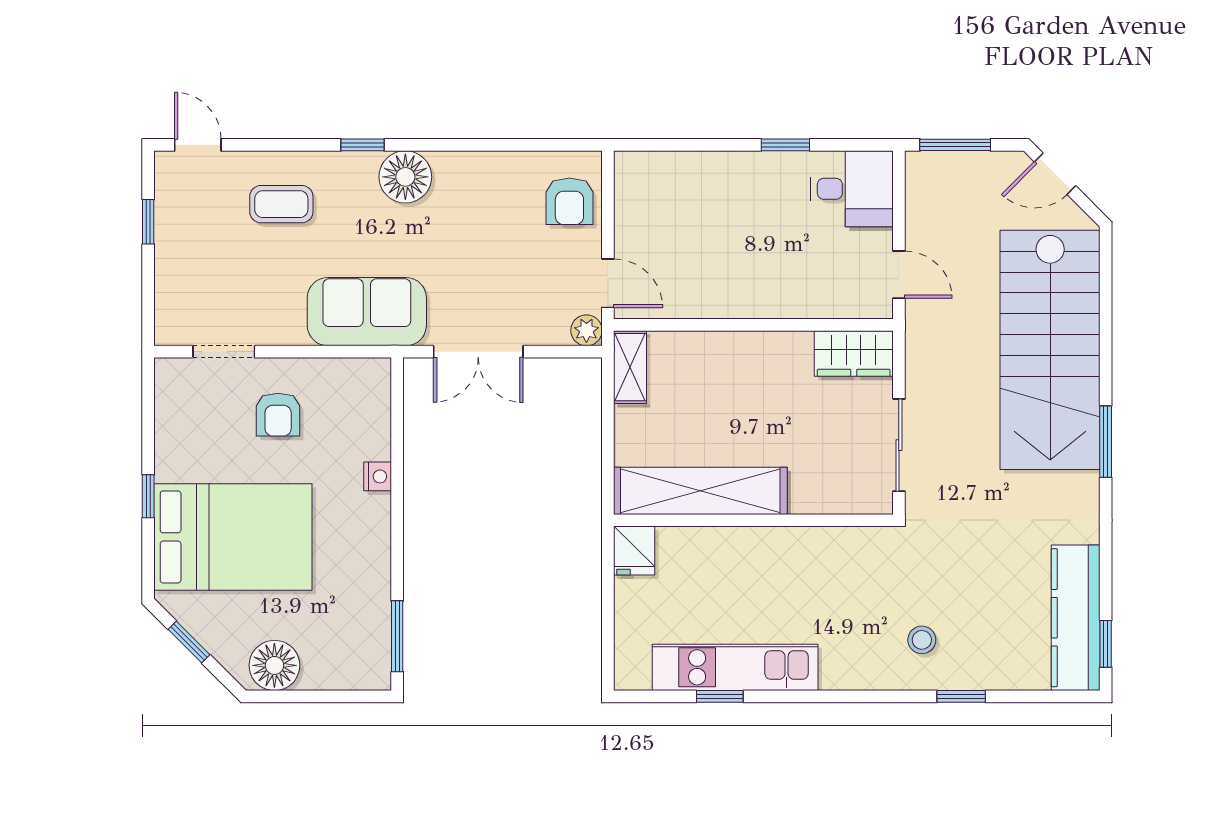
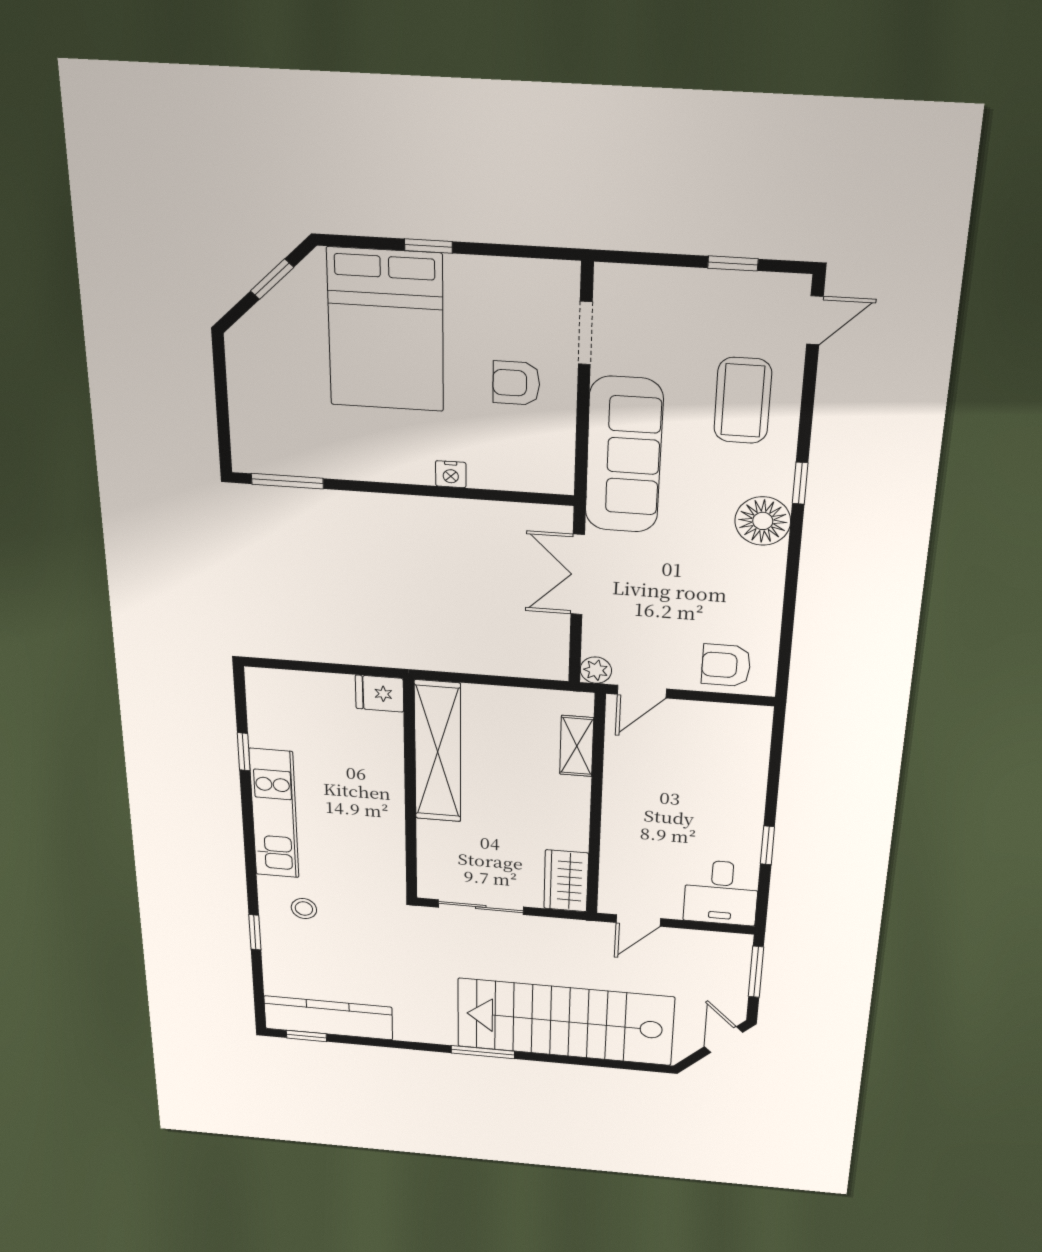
coffee table: (281, 204) -> (743, 401), width x1.36, depth x1.30
sofa: (367, 312) -> (624, 455), width x1.36
shelving: (630, 367) -> (577, 746), moved, turned 90
floor lamp: (274, 665) -> (252, 363), removed
kitchen unit: (735, 667) -> (274, 814), moved

